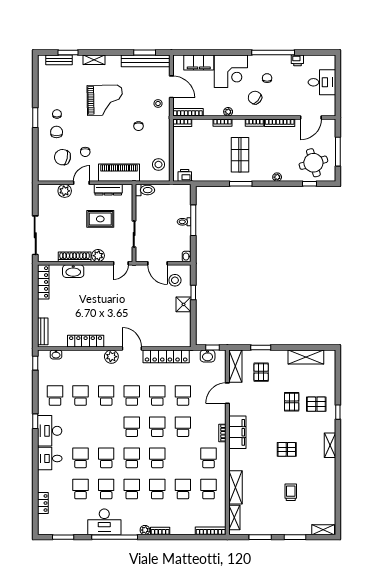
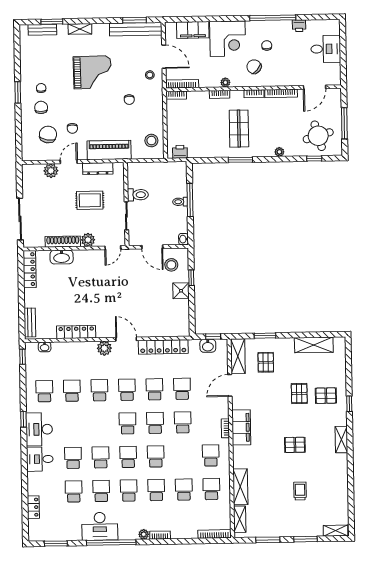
chair: (63, 157) -> (48, 134), turned 89
toilet: (145, 190) -> (138, 195), moved

